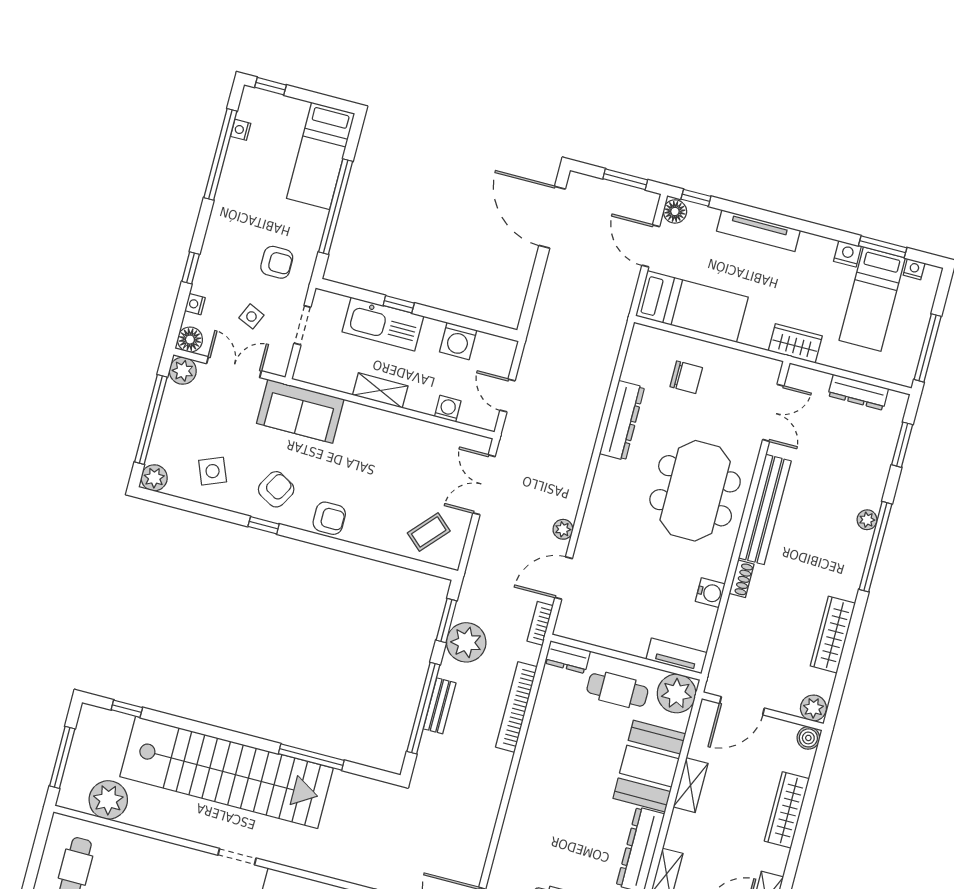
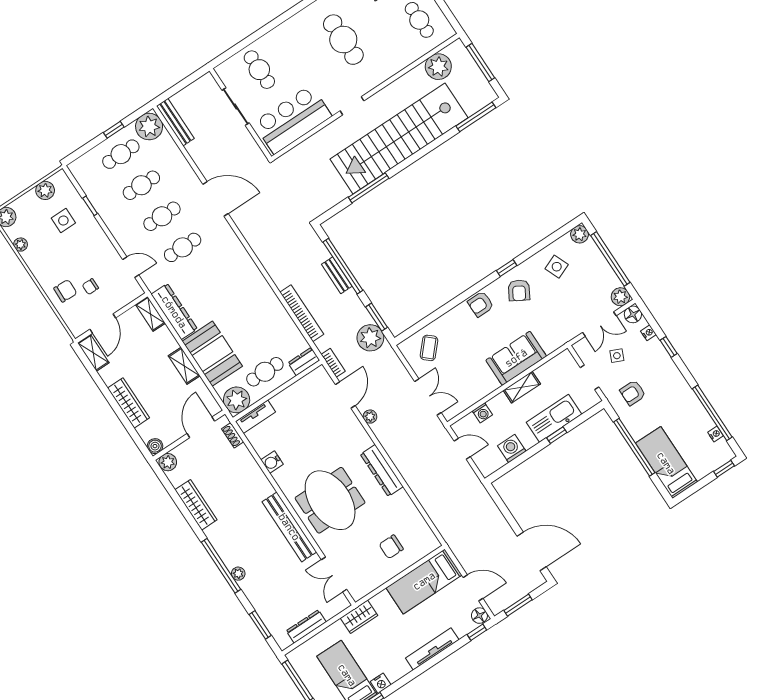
sofa: (300, 411) -> (516, 358), moved
dresser: (622, 420) -> (382, 470), moved
shoe rack: (742, 579) -> (233, 435), moved
plant: (466, 642) -> (370, 338), moved
window: (127, 709) -> (476, 117), width x2.17

